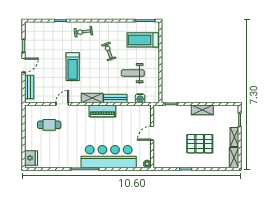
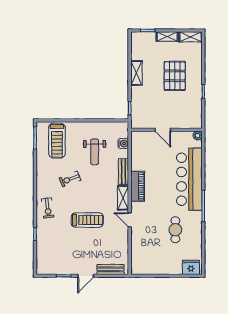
door: (23, 65) -> (86, 276), swing flipped
door: (62, 104) -> (130, 220), moved
cafe table: (49, 125) -> (175, 230), moved

